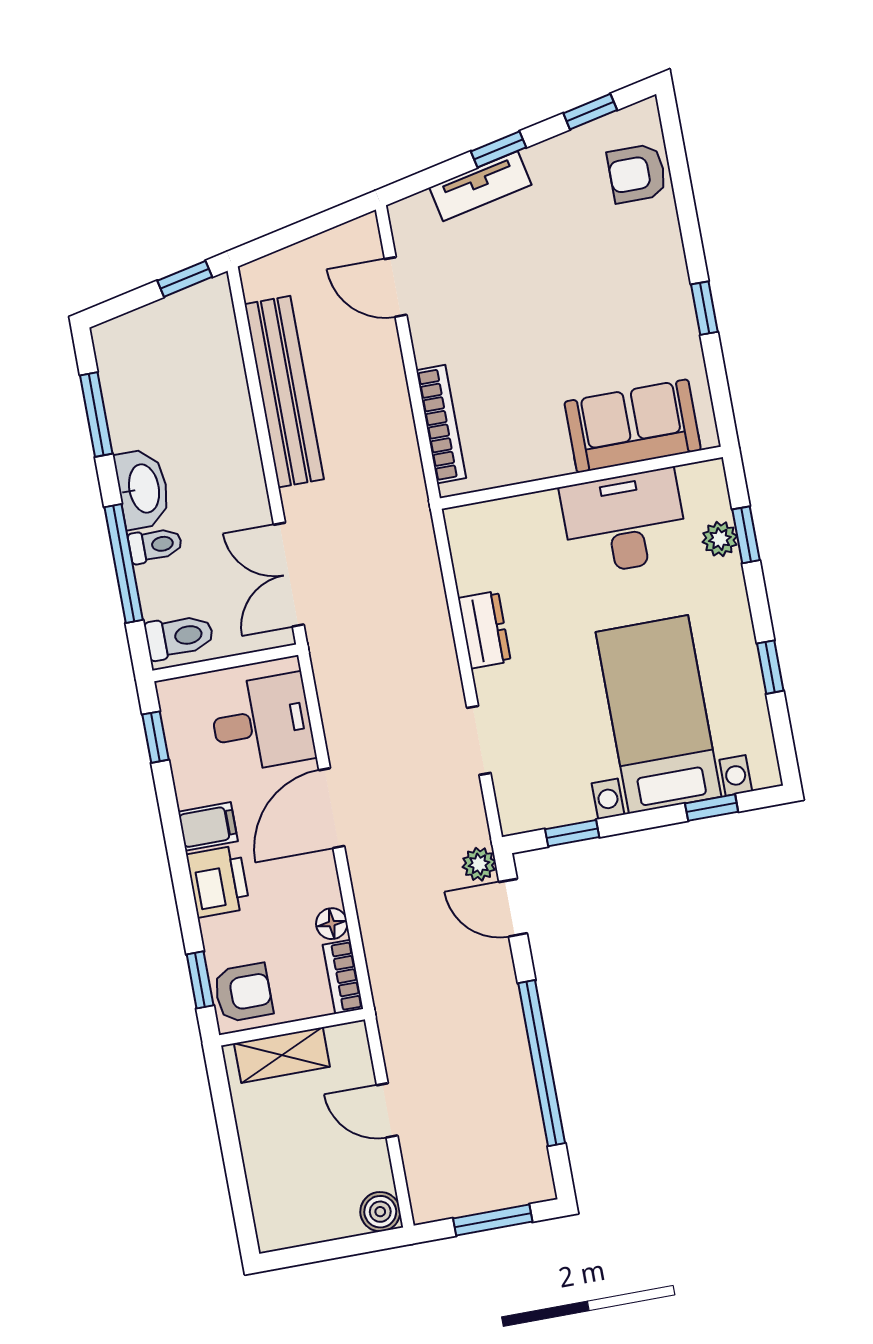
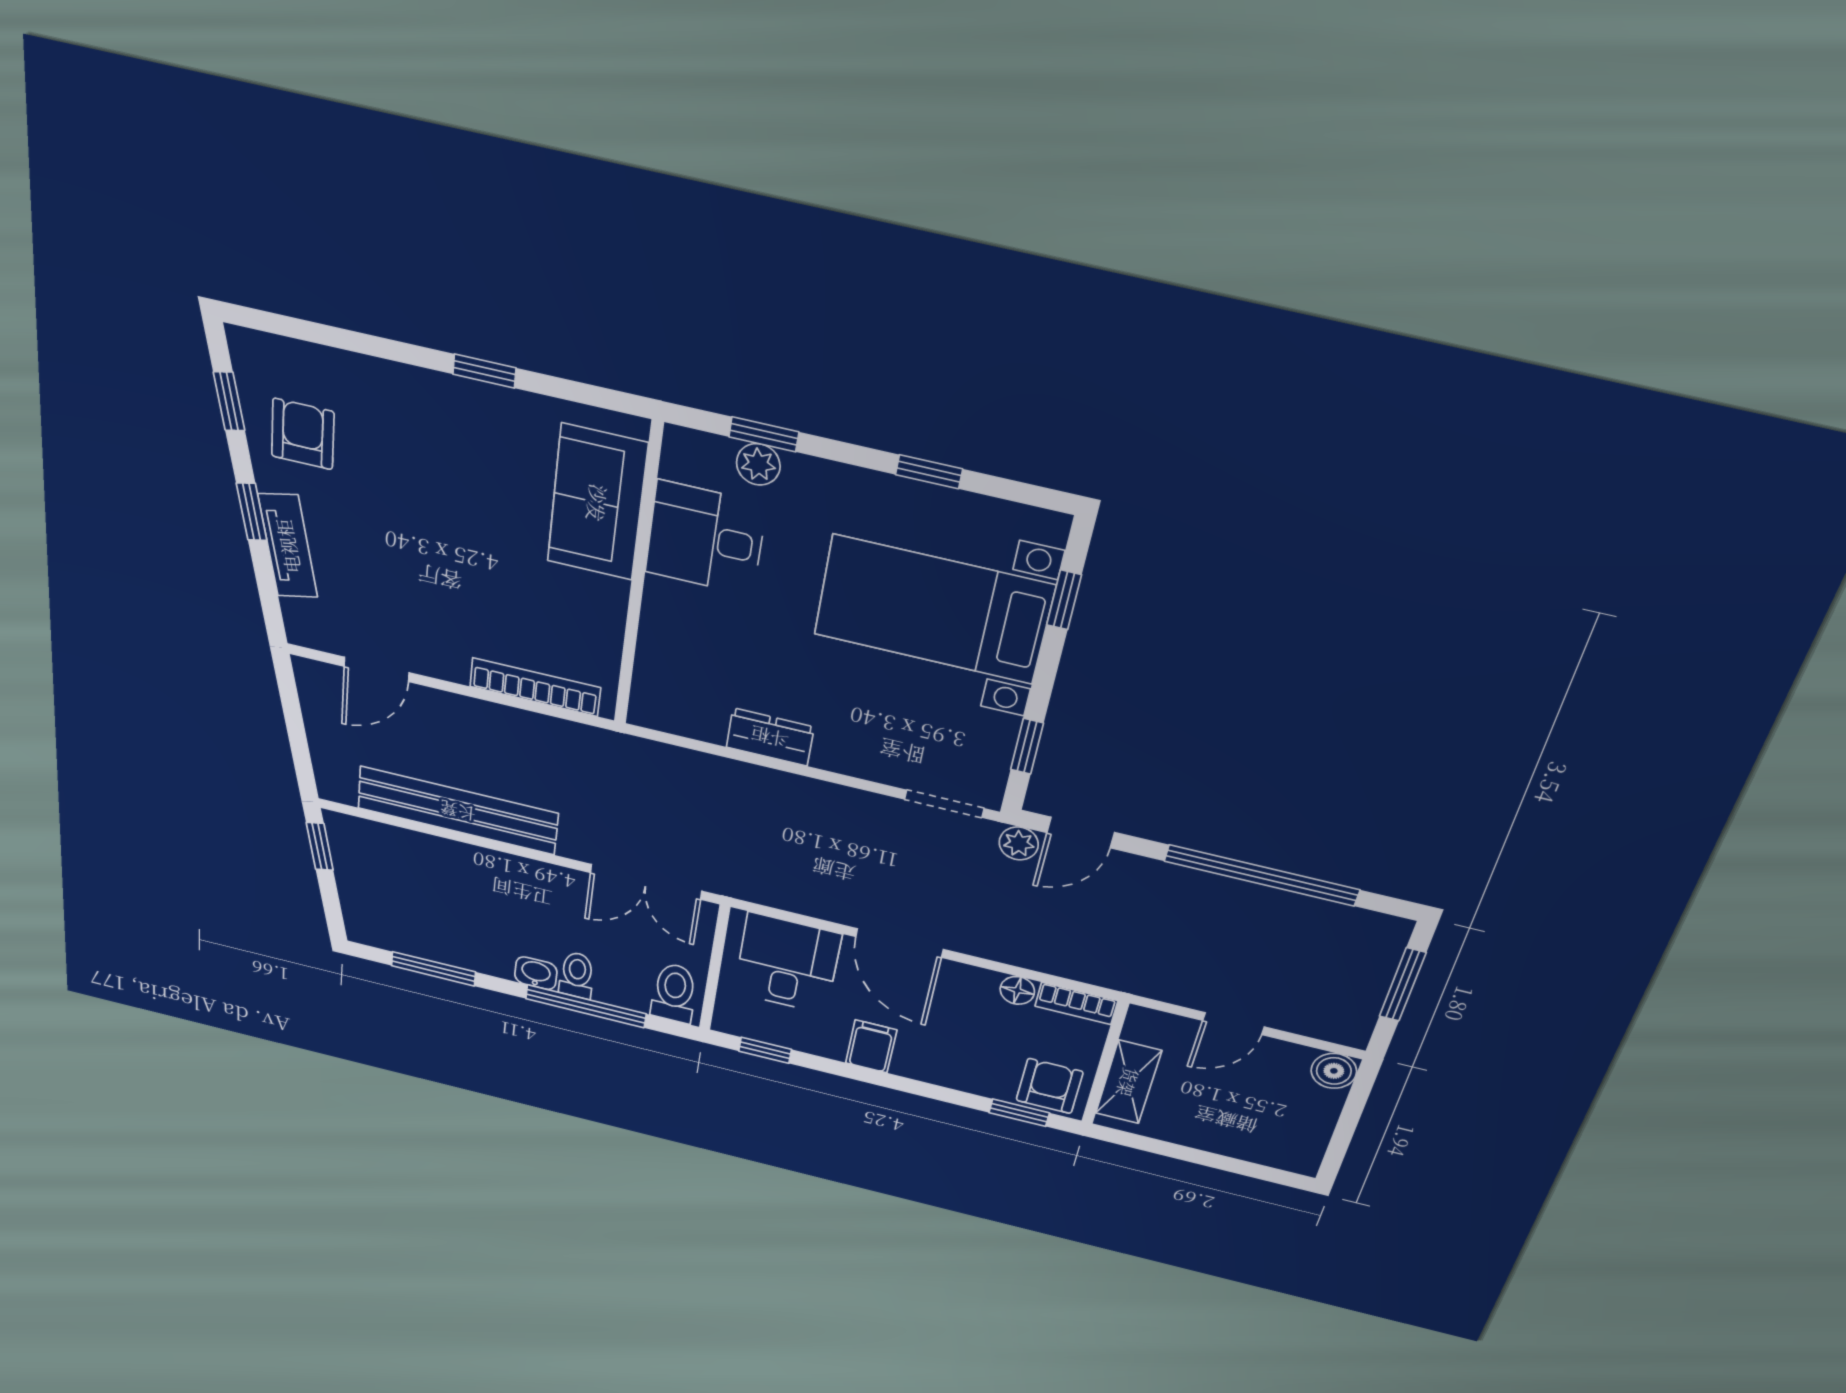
armchair: (637, 173) -> (303, 434), moved, turned 180
washbasin: (143, 489) -> (536, 973), width x0.52, depth x0.69
desk: (624, 522) -> (705, 538), width x0.73
doorway: (479, 740) -> (944, 804), moved
printer: (218, 881) -> (929, 1061), removed

